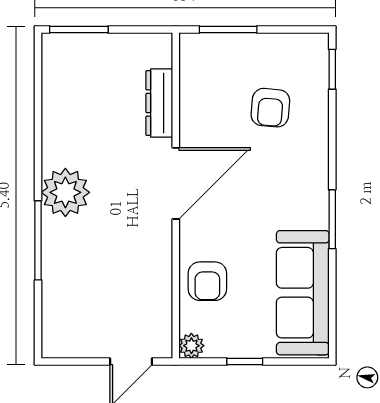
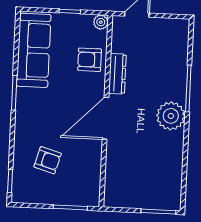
dresser: (159, 103) -> (117, 74), moved
armchair: (270, 108) -> (48, 160), turned 101
armchair: (207, 281) -> (90, 60), turned -90

